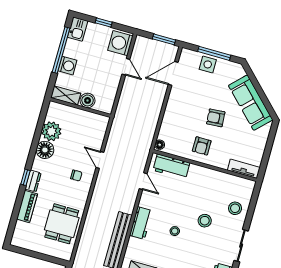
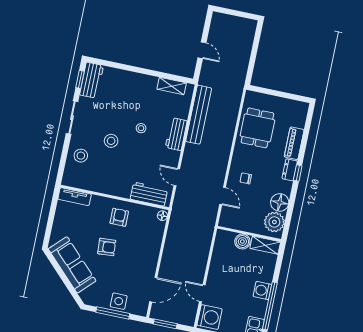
shelving: (66, 95) -> (265, 245), moved
boiler: (88, 100) -> (242, 242), moved
wall: (80, 108) -> (249, 234), moved

